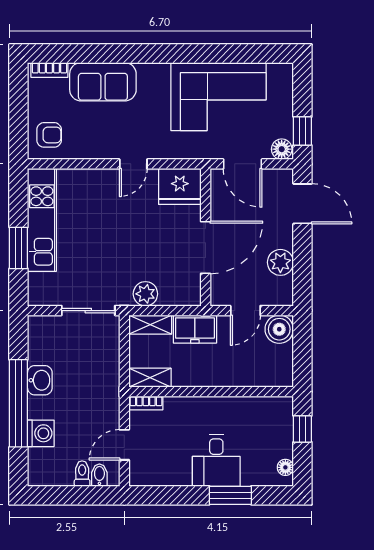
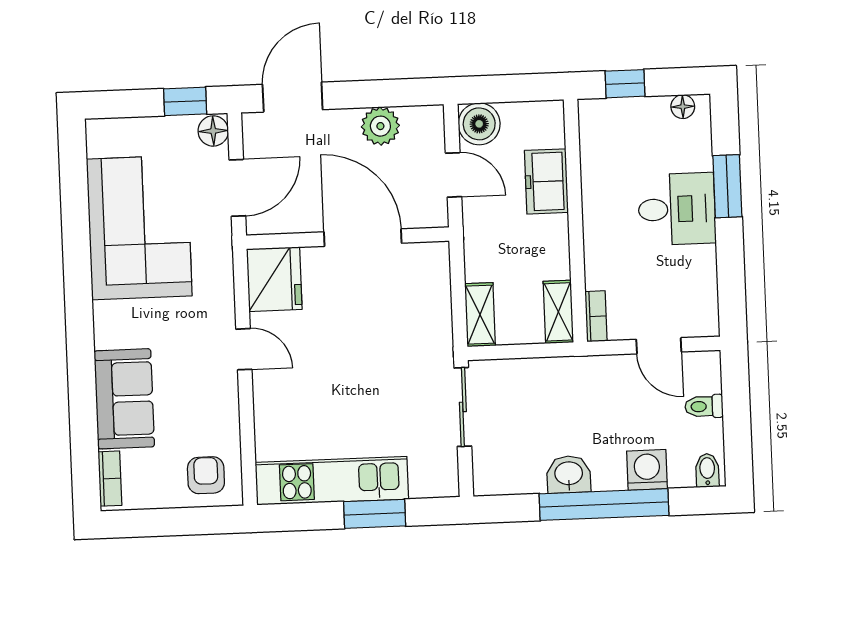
plant: (145, 294) -> (435, 324), removed
freezer: (195, 329) -> (546, 181), moved, turned 180
bidet: (99, 475) -> (707, 470), moved, turned 90

